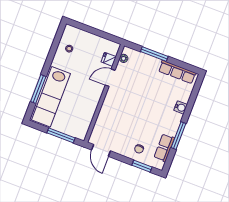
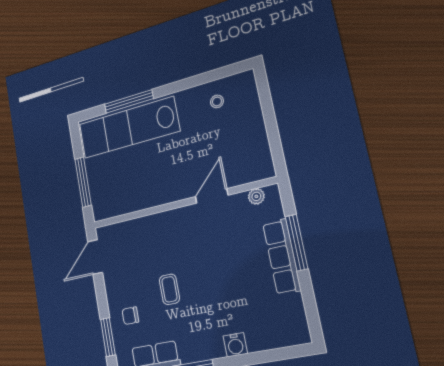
fridge: (109, 59) -> (239, 174), removed
row of seats: (177, 72) -> (282, 257), moved
door: (110, 78) -> (212, 196), hinge flipped
coffee table: (139, 123) -> (169, 289), added

